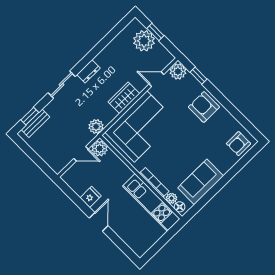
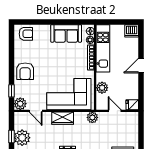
plant: (100, 149) -> (102, 88), moved
fridge: (91, 197) -> (132, 105), moved
dishwasher: (140, 246) -> (132, 31), added

